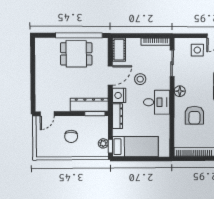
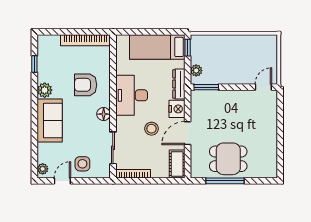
window: (79, 35) -> (225, 181), width x0.68
desk: (157, 102) -> (132, 95), width x1.37
dresser: (89, 105) -> (213, 98), removed
armchair: (194, 115) -> (86, 85), turned -90
chair: (71, 136) -> (235, 60), removed
plant: (103, 143) -> (196, 70), moved

